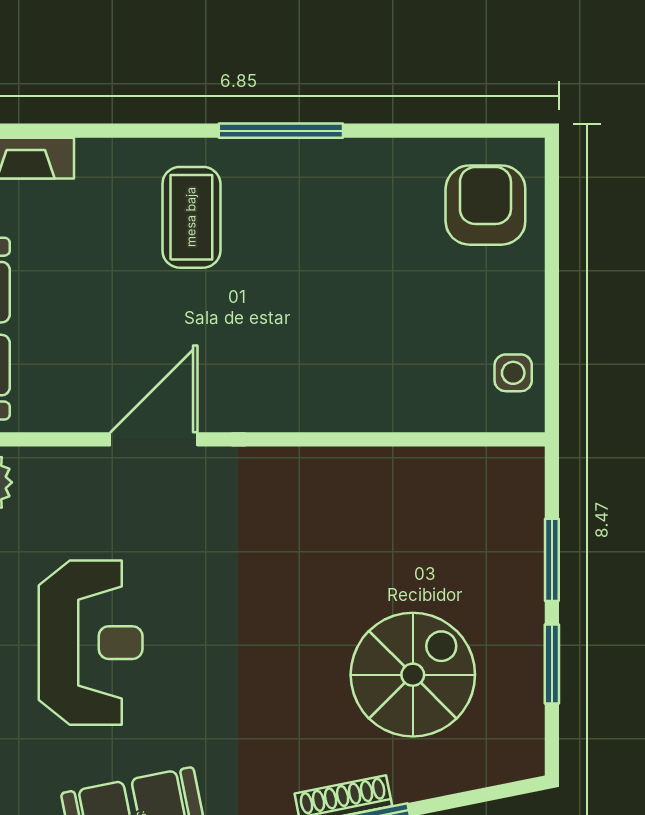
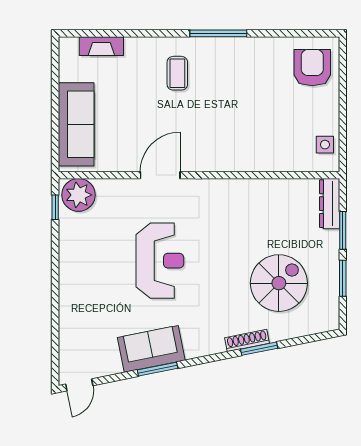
coffee table: (191, 217) -> (177, 73), width x0.73, depth x0.77
dresser: (523, 501) -> (330, 204), added
reception desk: (91, 643) -> (160, 261), moved

